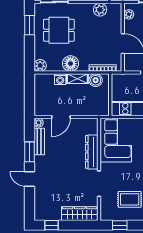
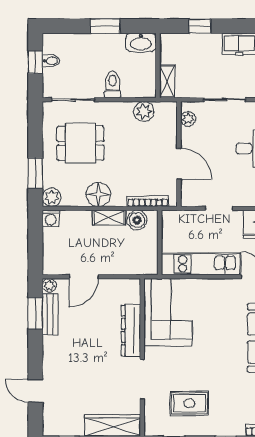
window: (30, 25) -> (35, 173), moved
washing machine: (60, 79) -> (51, 219), moved
window: (30, 152) -> (35, 313), moved
door: (30, 179) -> (35, 391), moved

